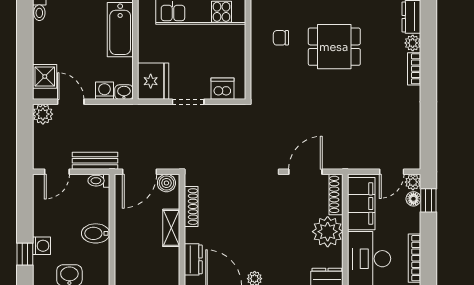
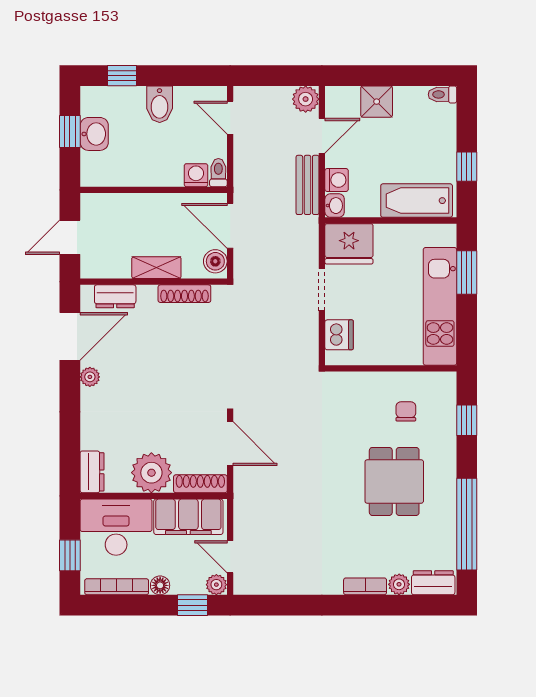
shower: (45, 76) -> (377, 102), moved
bench: (95, 161) -> (308, 185), moved
floor lamp: (413, 199) -> (160, 585), moved
bidet: (96, 233) -> (160, 104), moved, turned 180
washing machine: (42, 246) -> (196, 175), moved, turned 180

